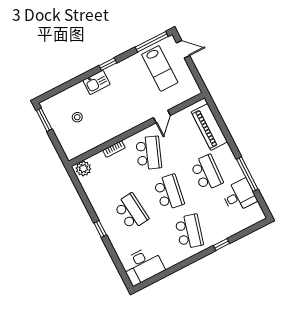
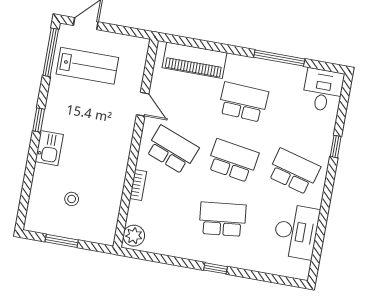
window: (44, 120) -> (62, 241), moved
desk: (239, 196) -> (323, 90), moved
desk: (143, 266) -> (296, 231), moved

